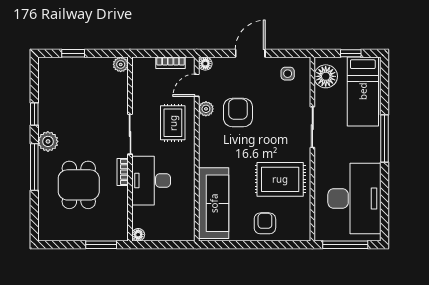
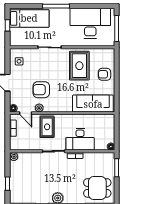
floor lamp: (326, 76) -> (21, 40), removed
rug: (173, 123) -> (47, 127), turned 90
dining table: (79, 185) -> (97, 188), moved

